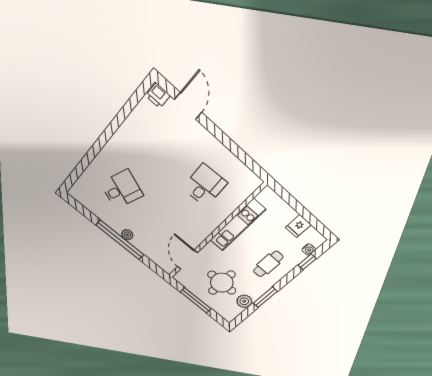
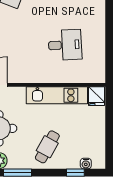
fridge: (298, 226) -> (96, 96), moved, turned -90
cafe table: (268, 264) -> (47, 147), turned -61

